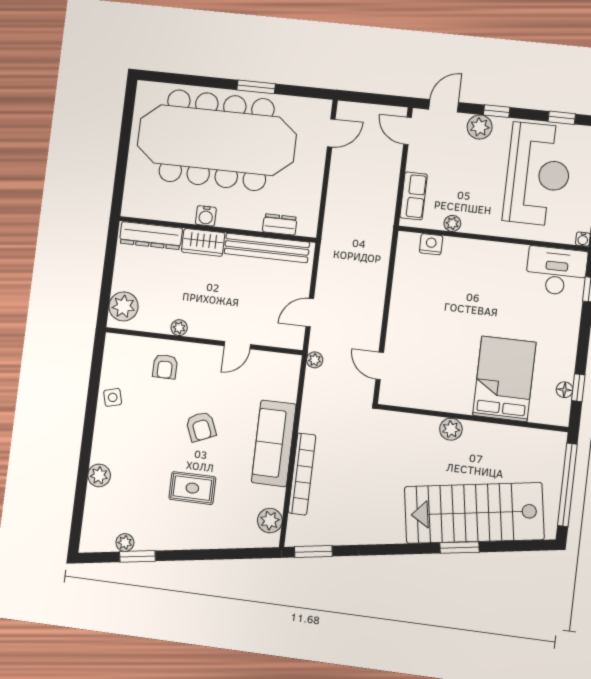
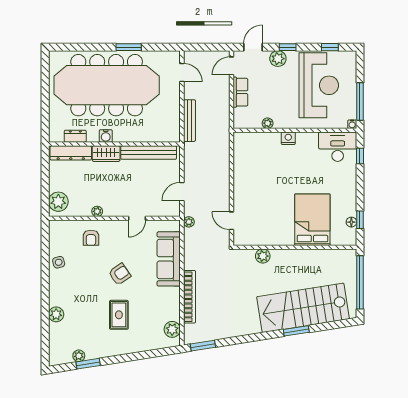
door: (407, 131) -> (231, 66), hinge flipped
door: (331, 133) -> (182, 73), hinge flipped
row of seats: (414, 196) -> (240, 92), moved
bench: (334, 206) -> (189, 121), added
dresser: (280, 224) -> (75, 136), moved
nightstand: (431, 244) -> (288, 138), moved
armchair: (201, 427) -> (120, 274), turned -101
plant: (451, 429) -> (263, 256), moved
sofa: (274, 443) -> (169, 259), moved
rug: (192, 488) -> (119, 315), turned 90

